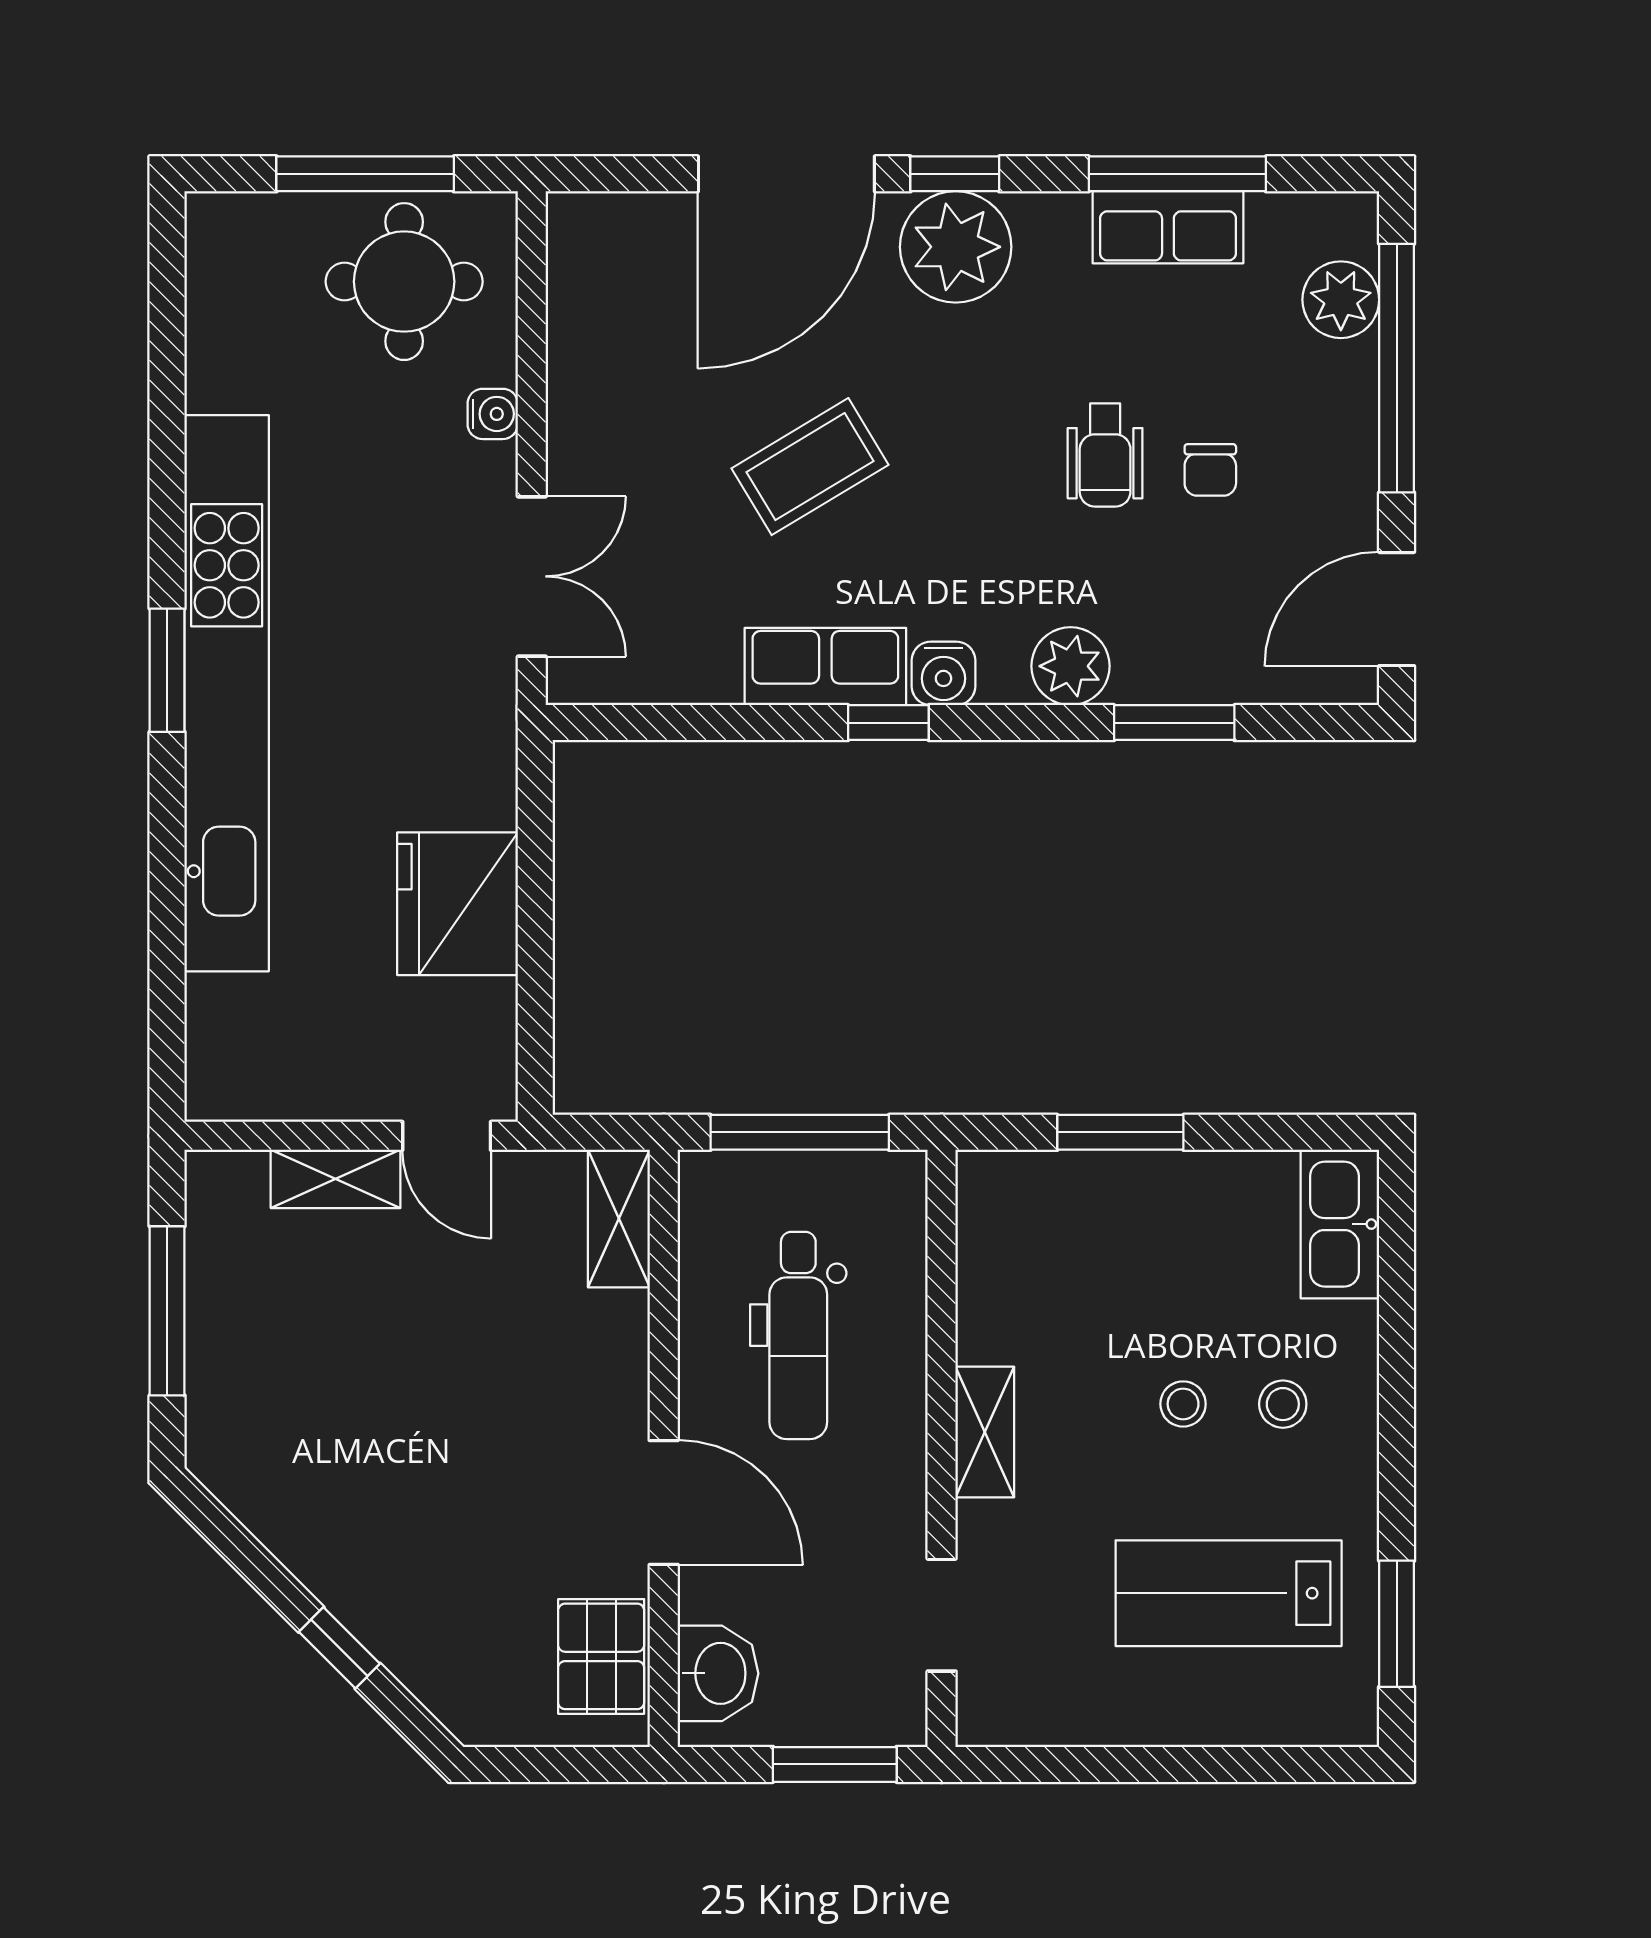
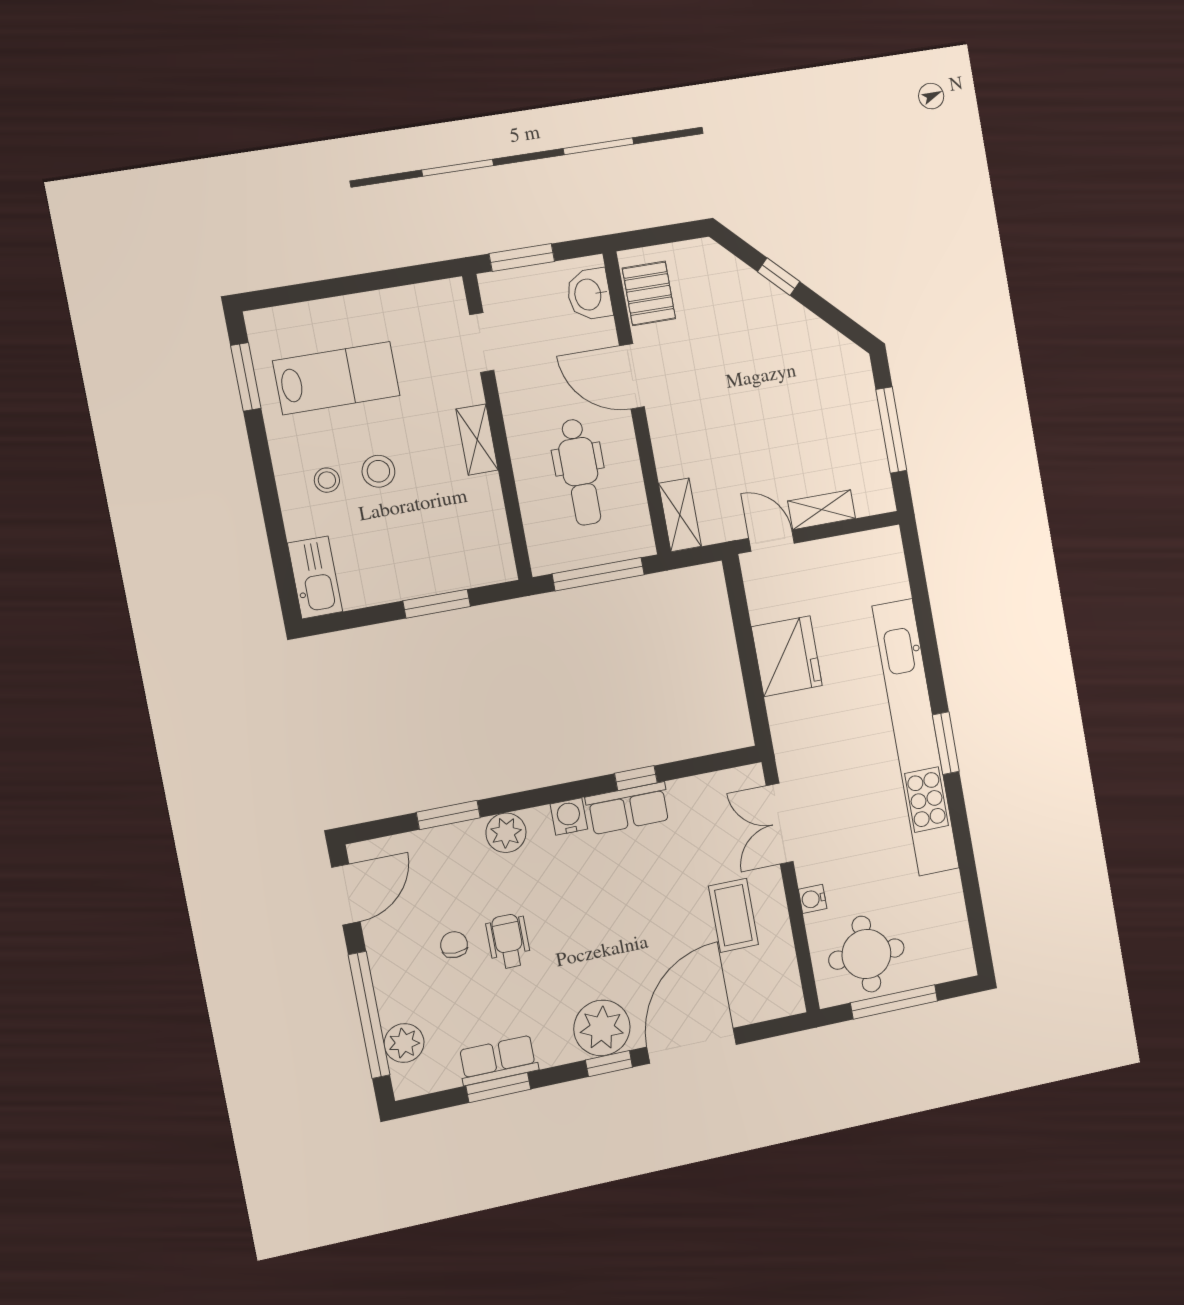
window: (1177, 174) -> (498, 1088), width x0.69
coffee table: (810, 467) -> (734, 915), moved, turned -59
window: (888, 723) -> (636, 778), moved
dental chair: (798, 1335) -> (580, 472), turned 180
stool: (1183, 1404) -> (378, 471), width x1.37, depth x1.37

